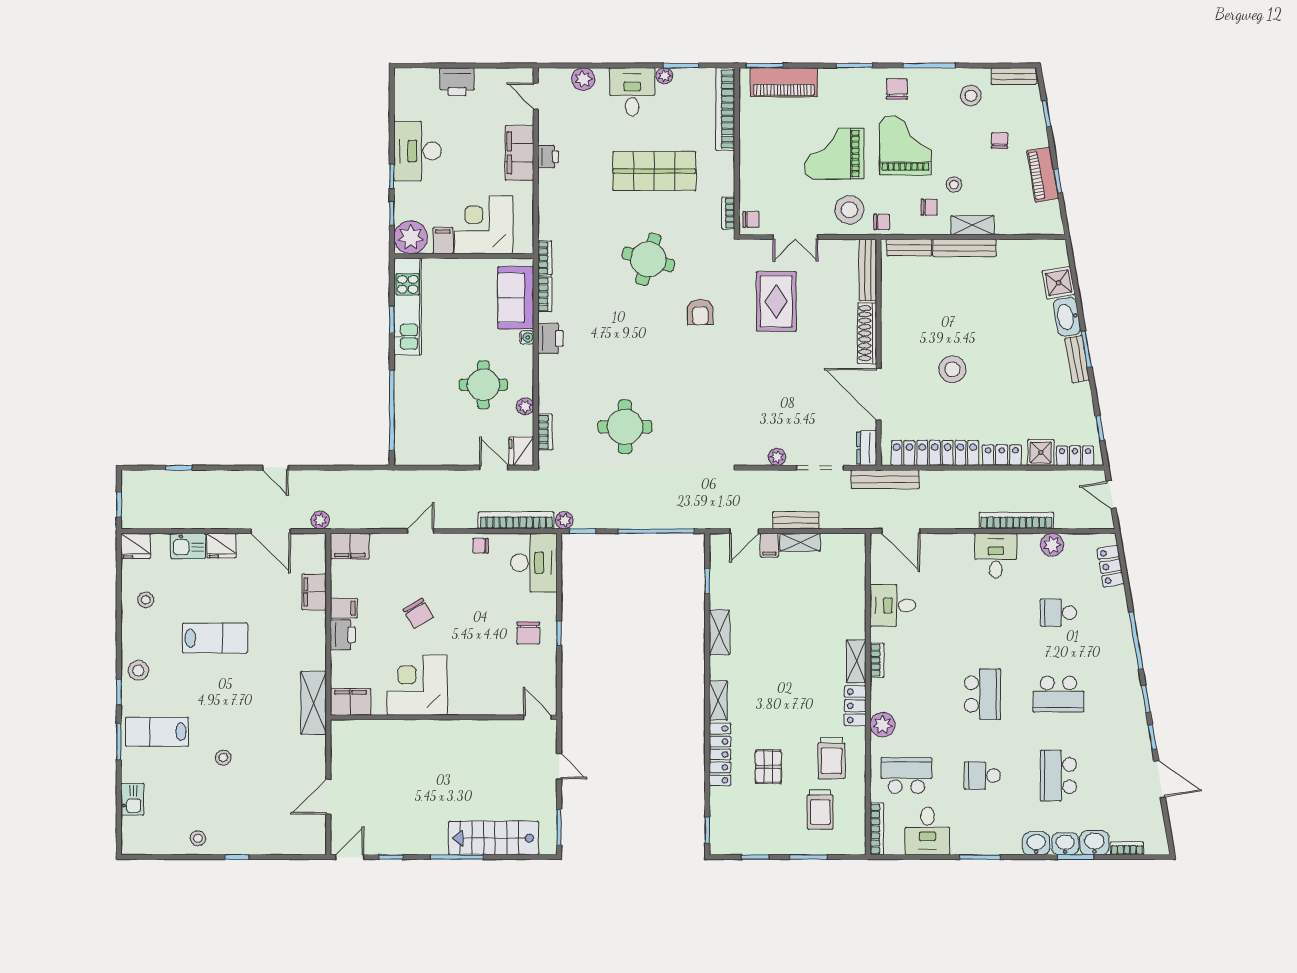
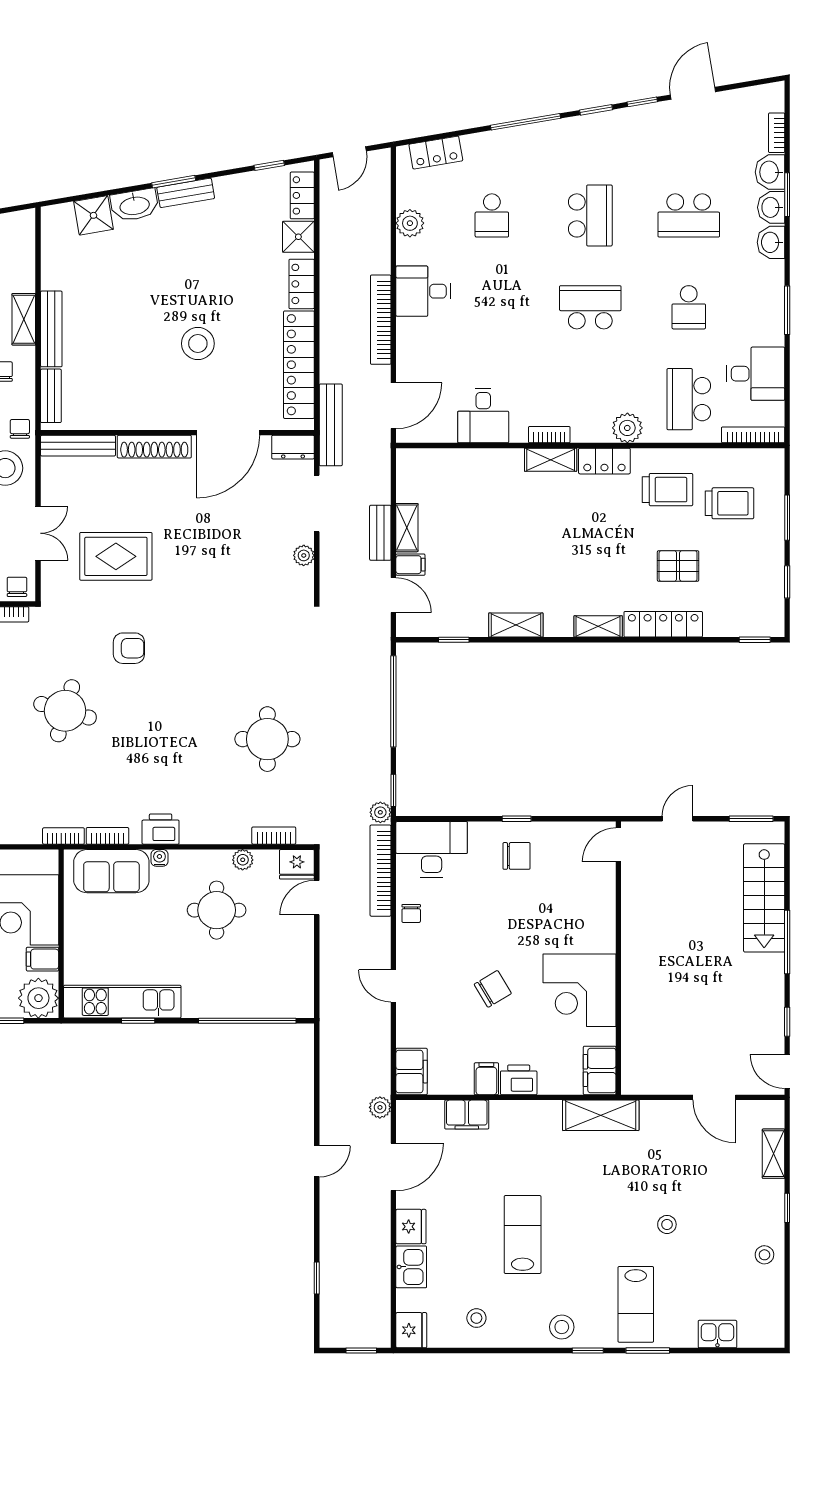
bookcase: (1016, 521) -> (381, 320), moved
shelving: (282, 846) -> (774, 1154), added

